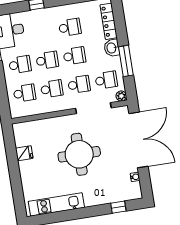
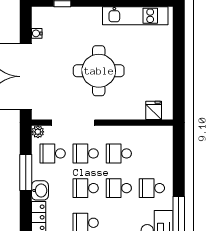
school desk: (24, 93) -> (152, 153), removed
fridge: (24, 153) -> (154, 110), moved, turned 90

